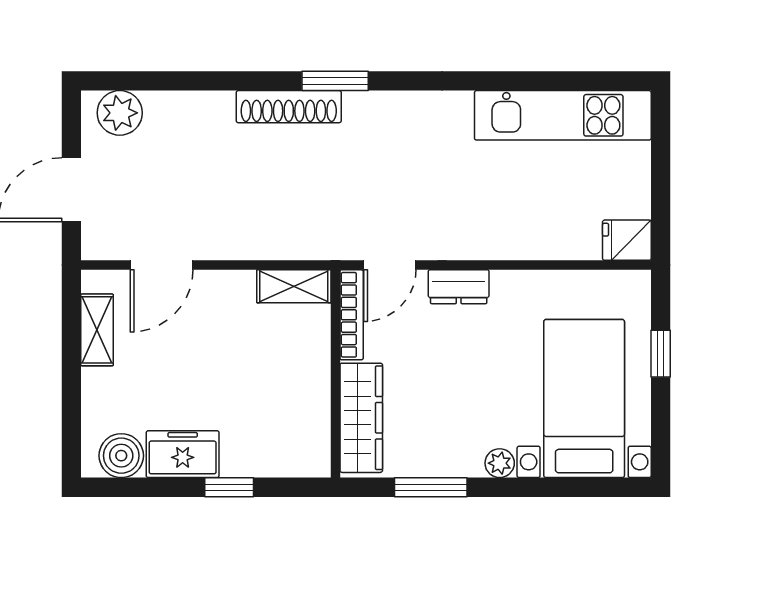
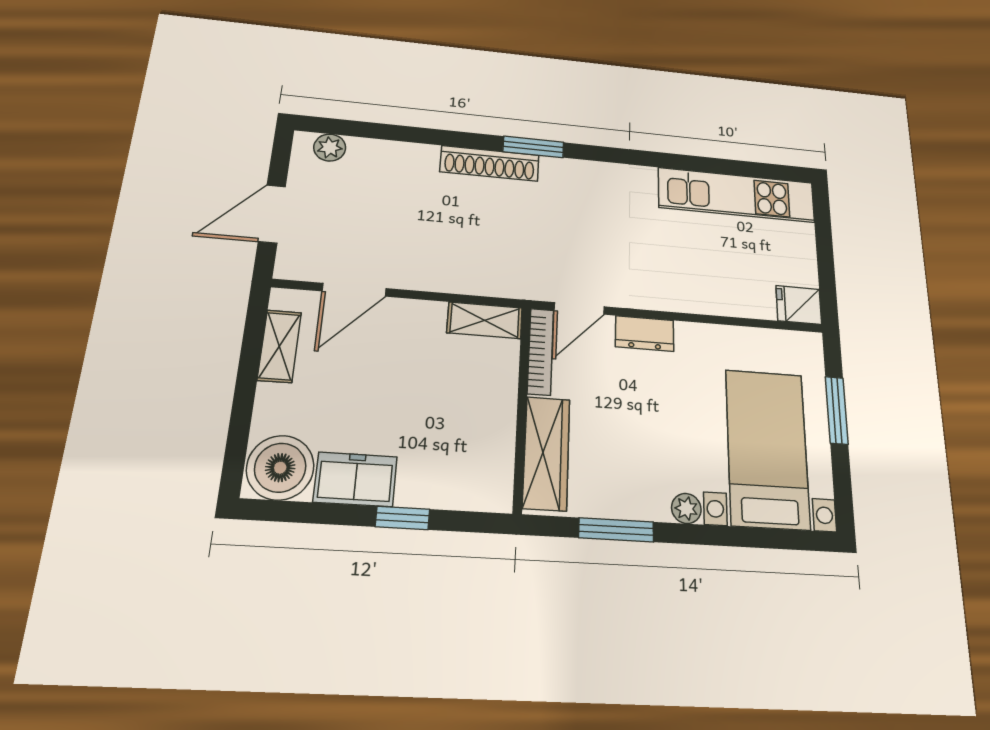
plant: (120, 113) -> (330, 148), width x0.73, depth x0.73
window: (661, 354) -> (837, 410), width x1.50
boiler: (121, 456) -> (280, 468), width x1.37, depth x1.37

